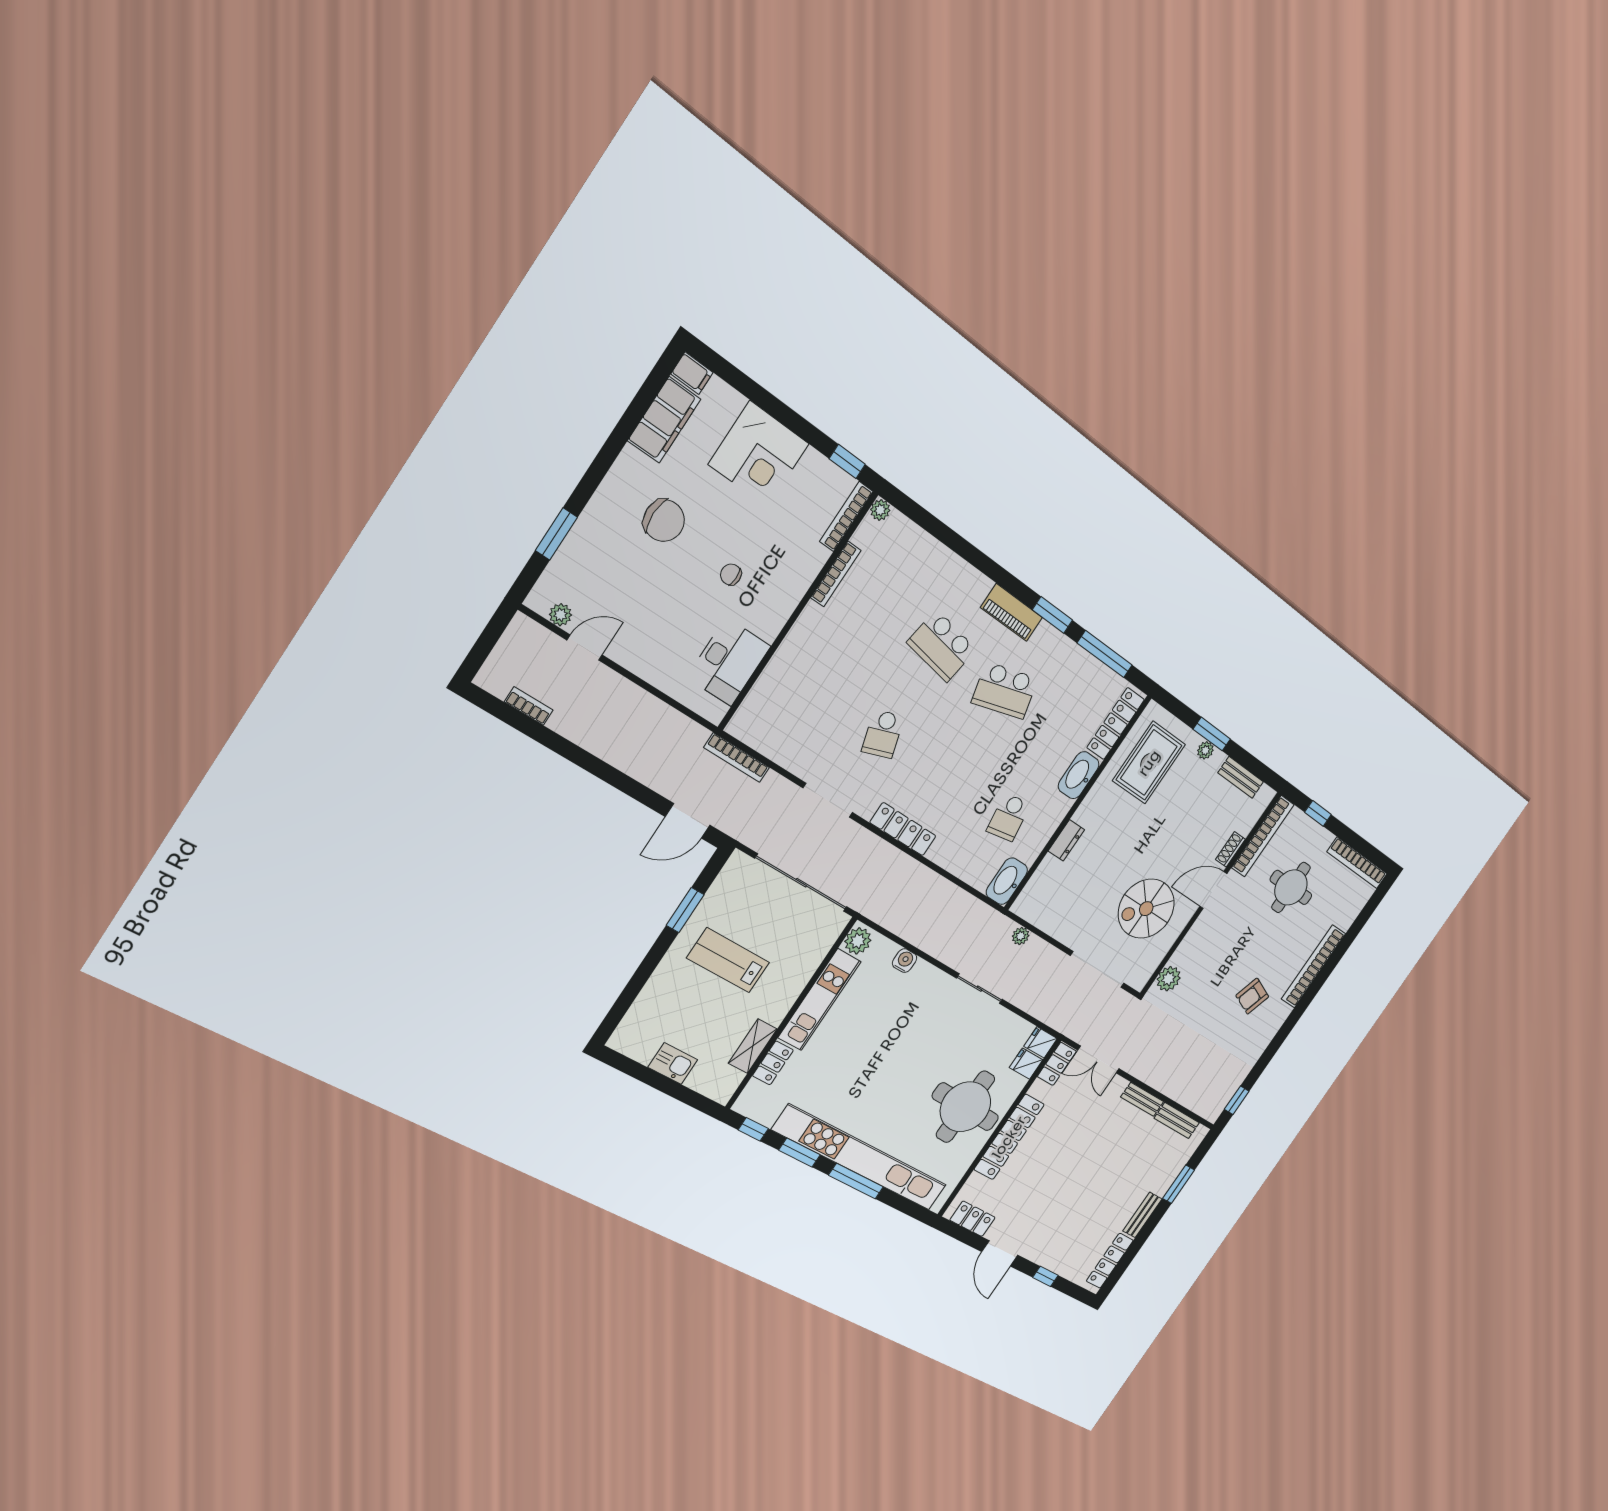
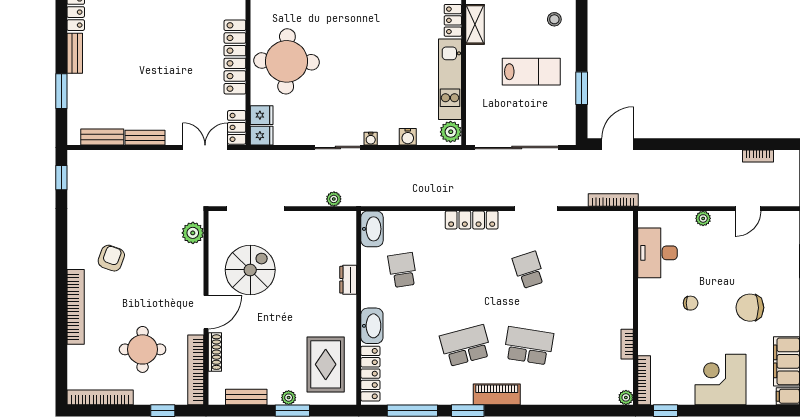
bookcase: (836, 574) -> (627, 344), width x0.64
plant: (561, 615) -> (703, 218), moved
shoe rack: (1230, 849) -> (215, 352), width x1.43
water cooler: (942, 980) -> (371, 139), added
stool: (663, 1006) -> (554, 19), added

